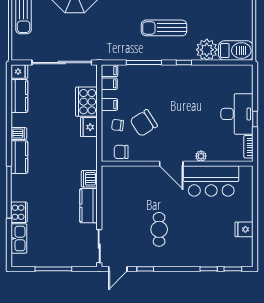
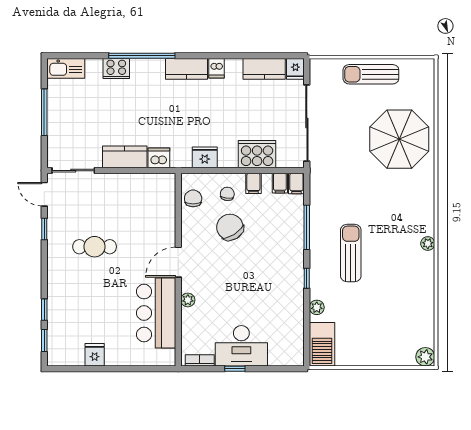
plant: (207, 50) -> (317, 307), width x0.53, depth x0.53
fridge: (89, 127) -> (205, 157), moved
kitchen sink: (19, 238) -> (66, 68), moved

